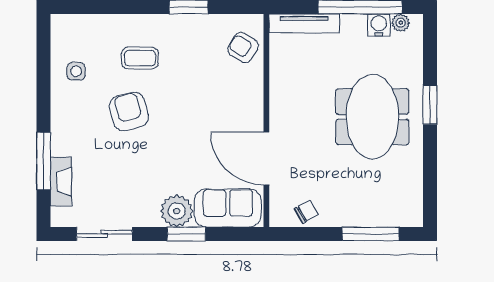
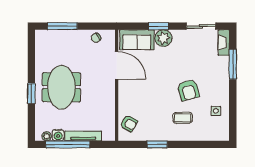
tv unit: (304, 23) -> (83, 136), moved
fireplace: (61, 181) -> (224, 42), moved

